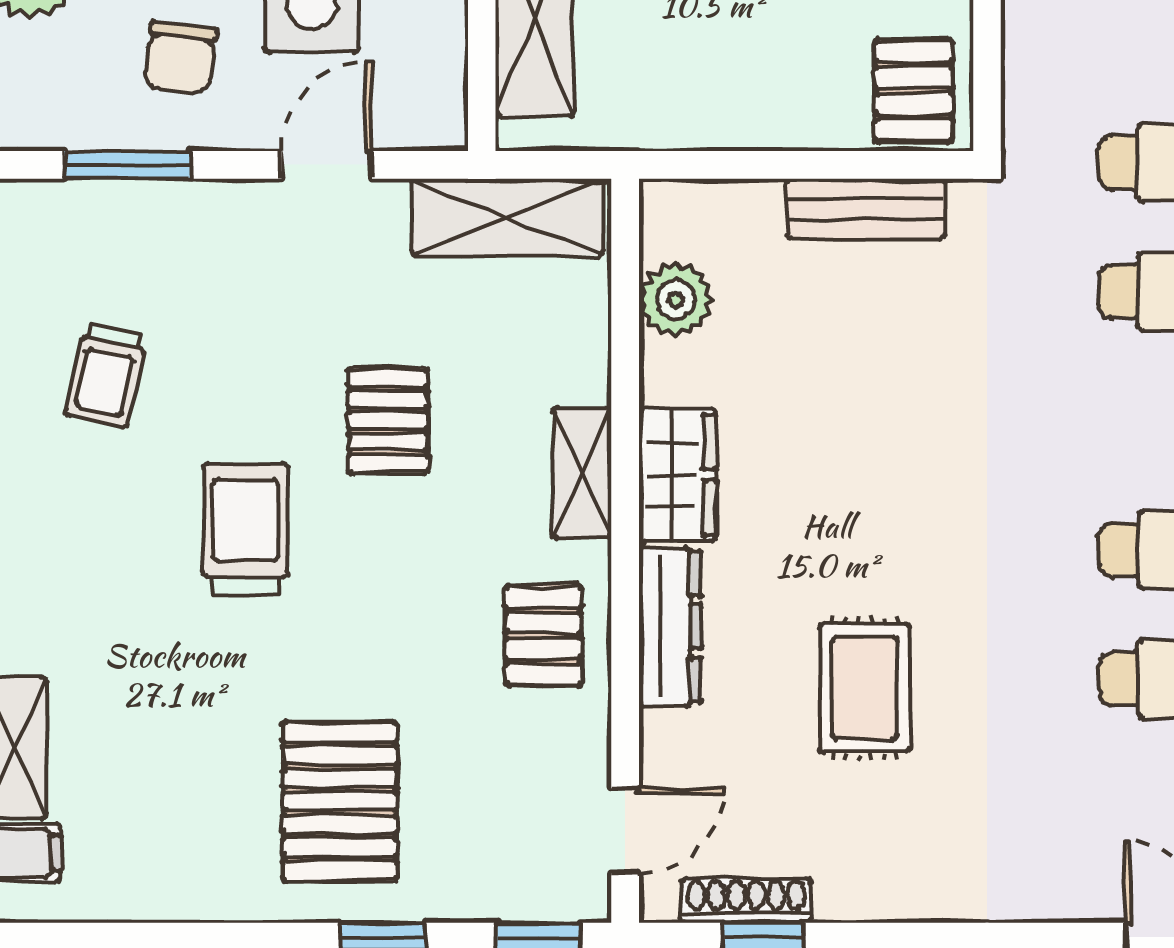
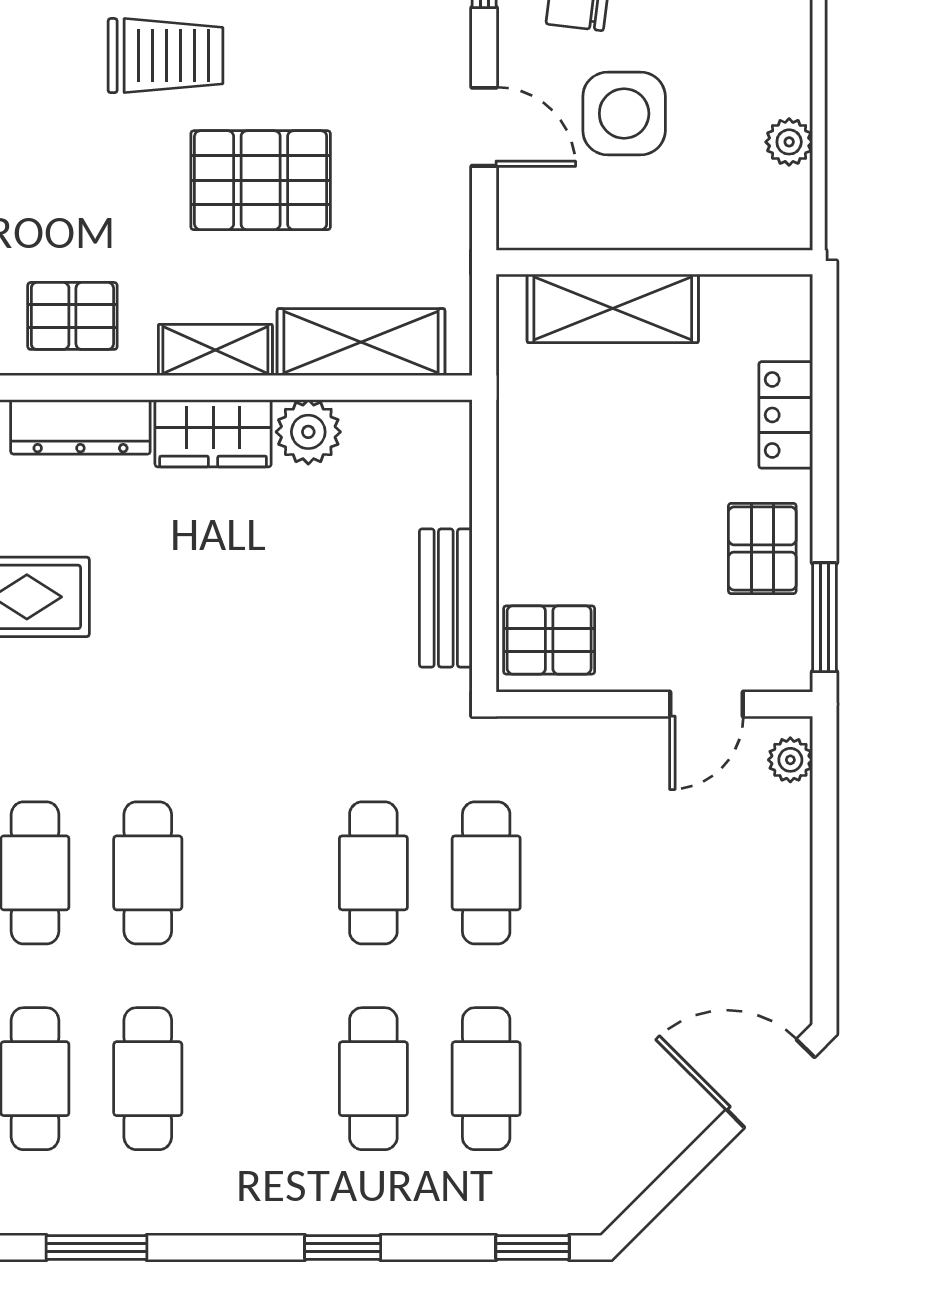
shelving: (507, 217) -> (361, 342), moved, turned 90
plant: (676, 300) -> (308, 432), moved
pallet: (388, 421) -> (261, 180), width x1.50, depth x1.42

